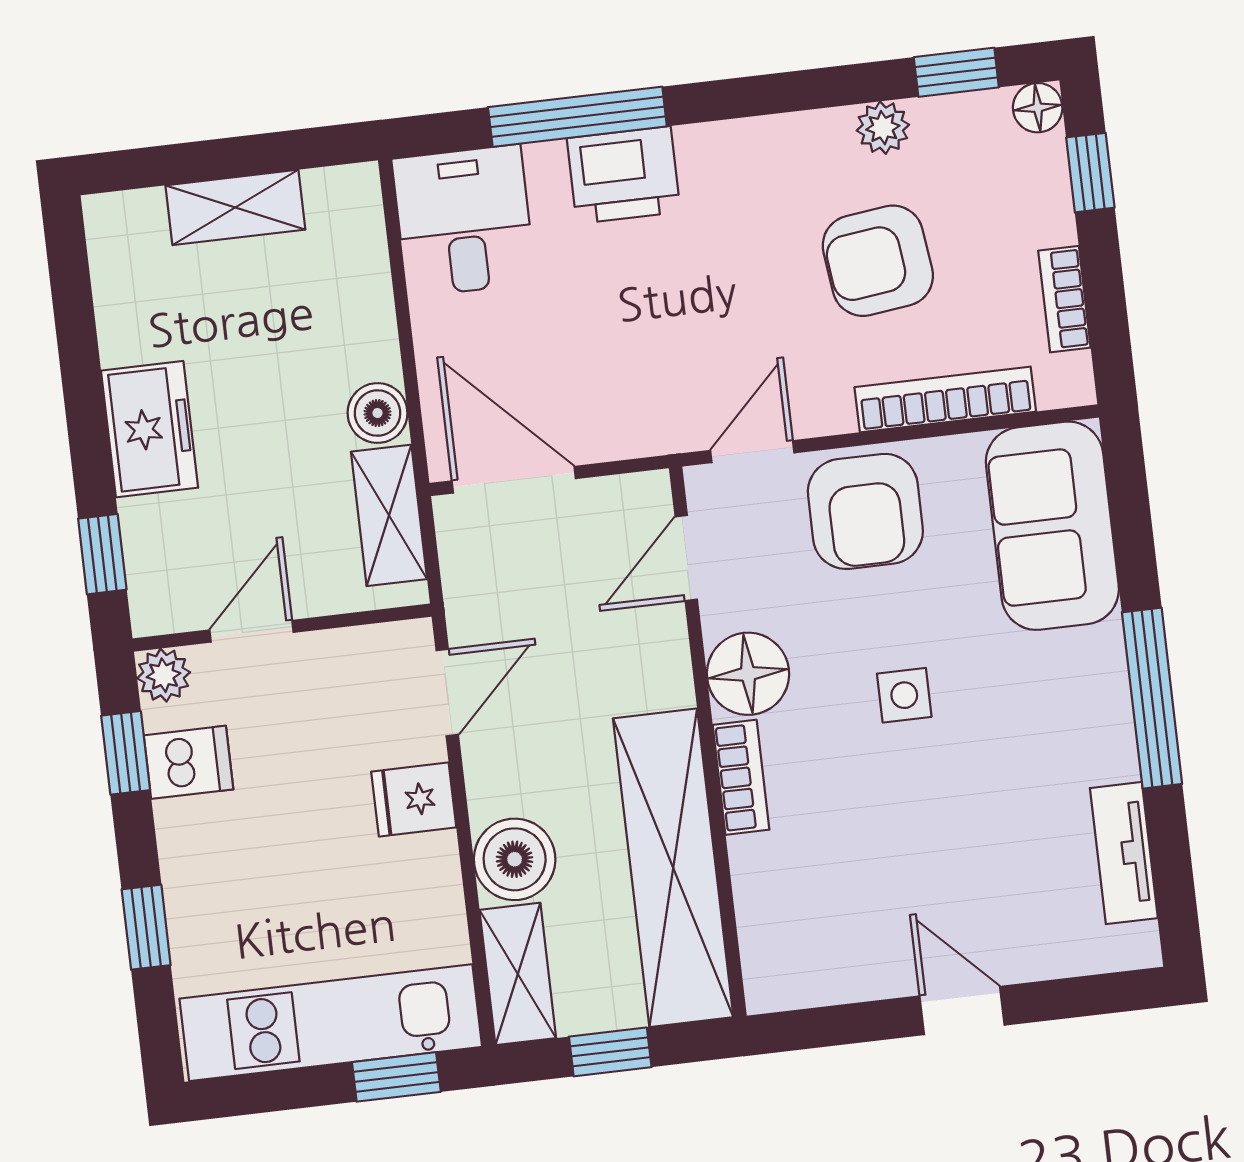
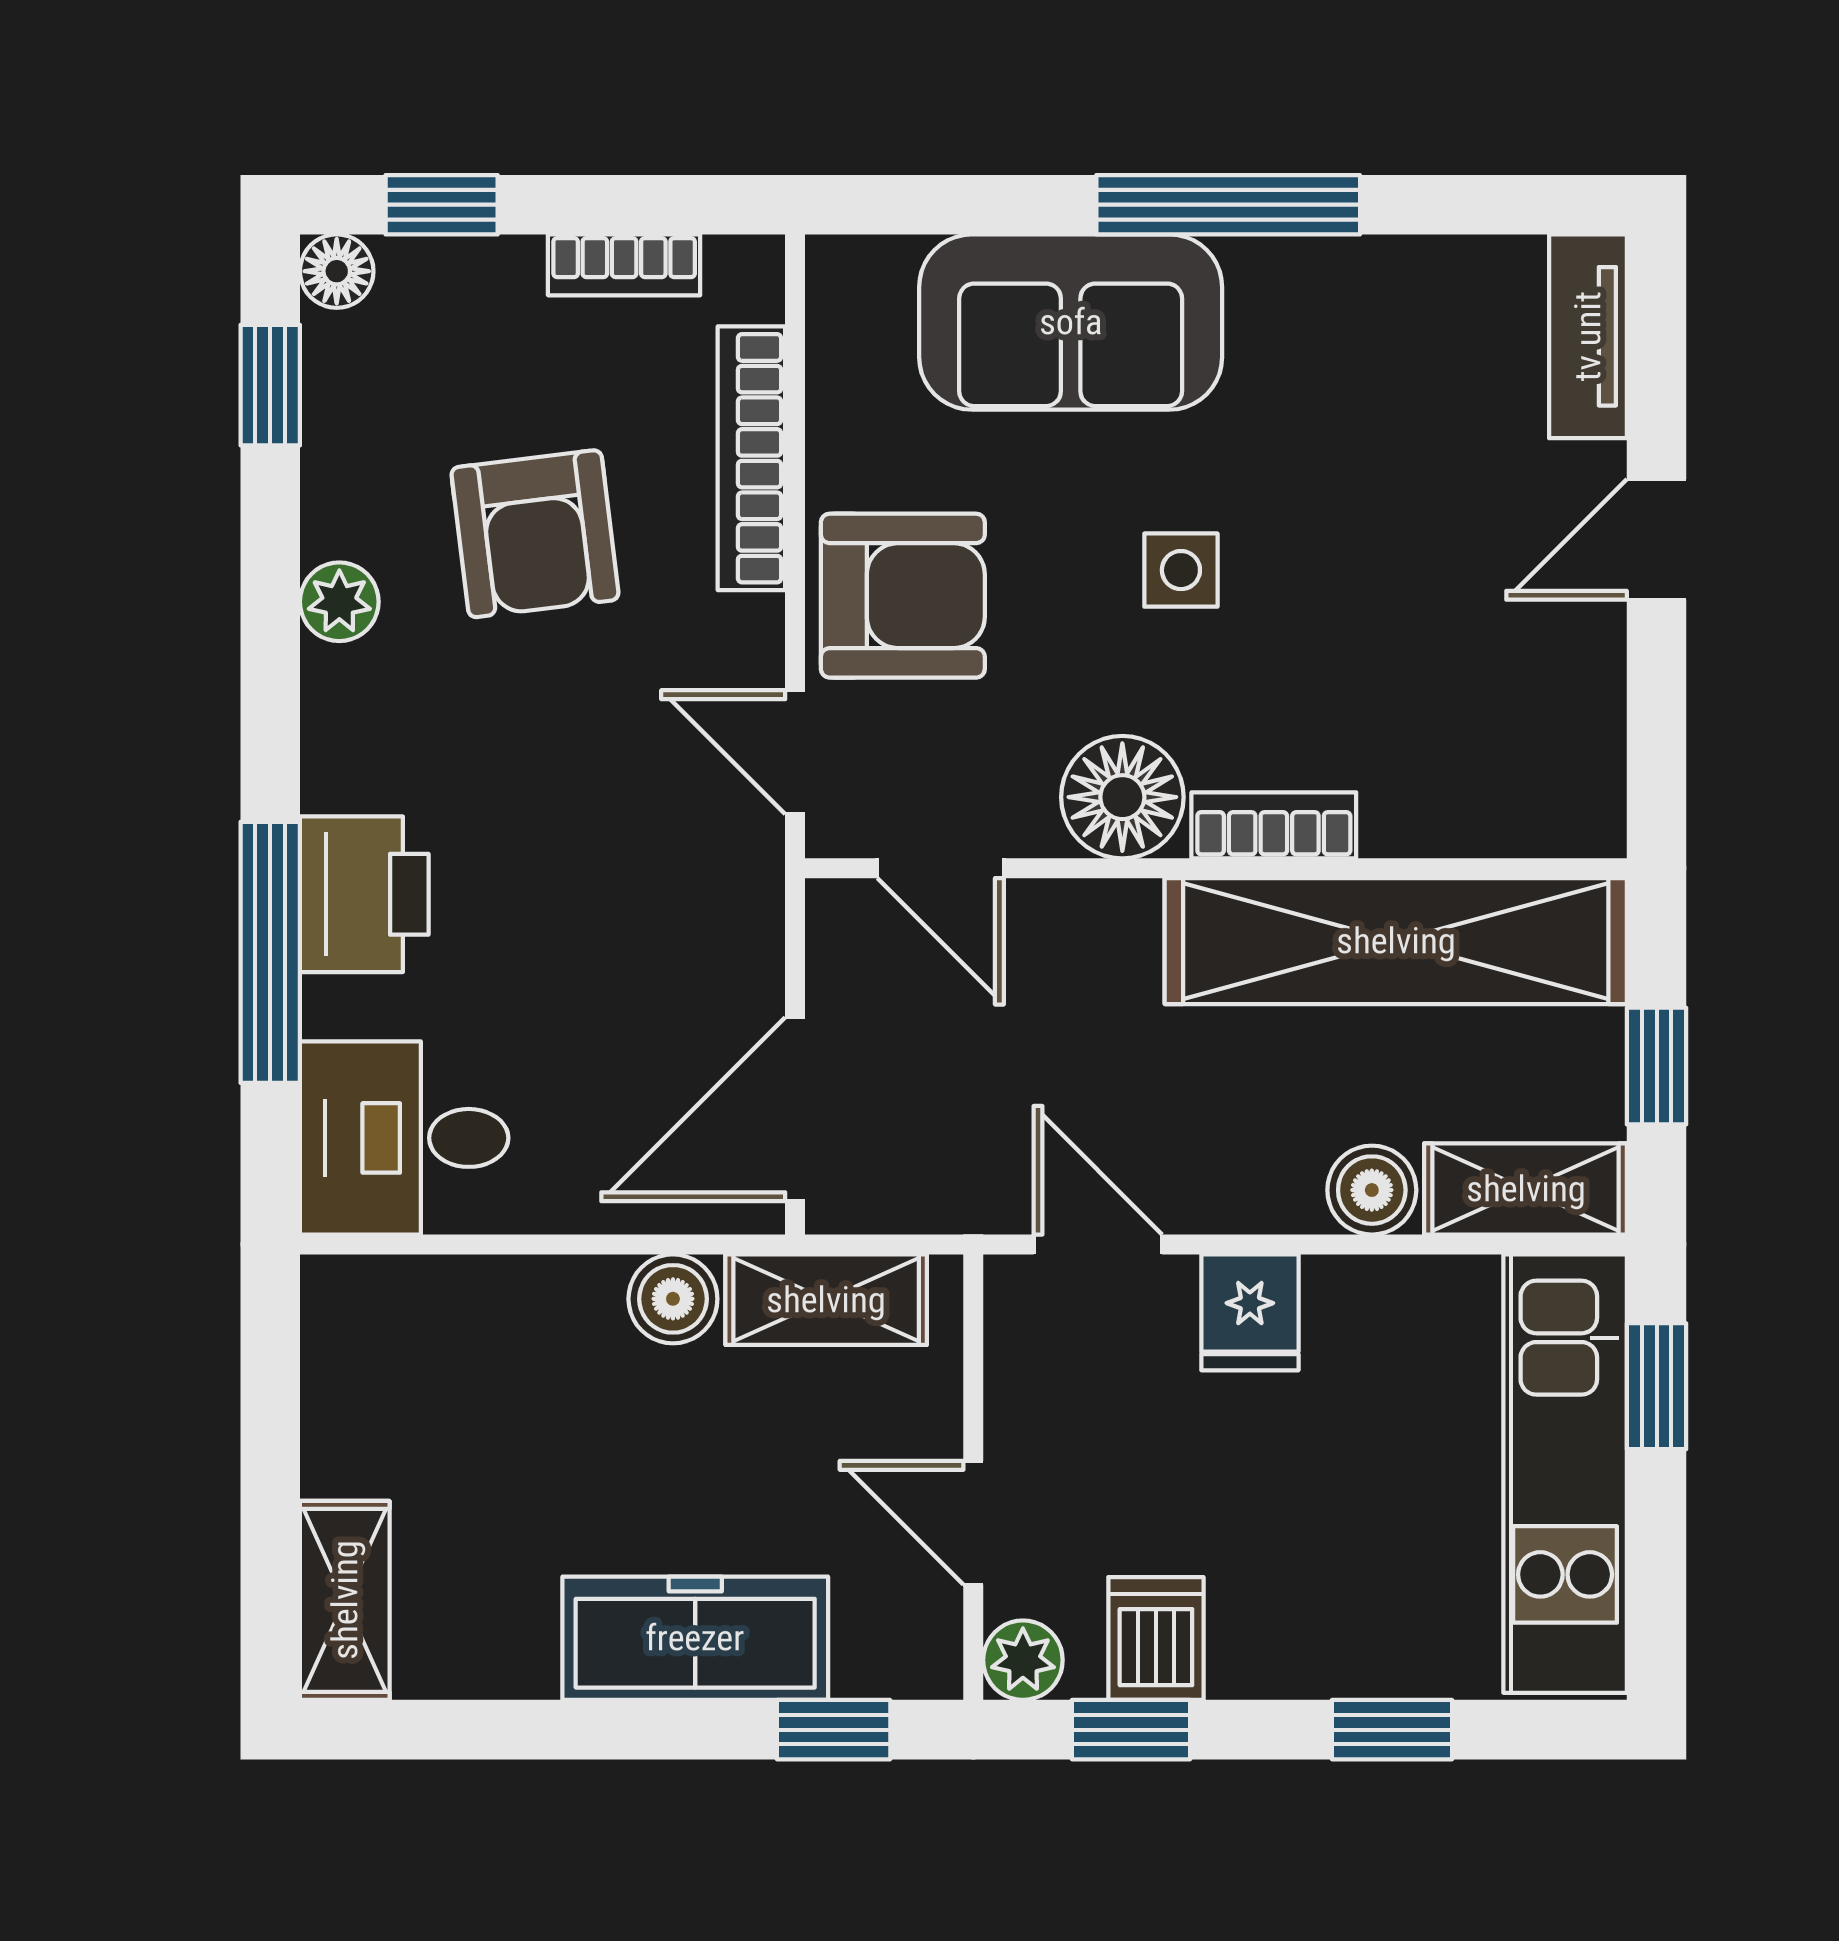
plant: (883, 128) -> (339, 602), moved
shelving: (235, 207) -> (345, 1600), moved
freezer: (150, 429) -> (695, 1638), width x1.40
sofa: (1052, 526) -> (1071, 322), moved
tv unit: (1124, 853) -> (1588, 336), moved, turned 90
boiler: (515, 859) -> (1372, 1190), width x0.73, depth x0.73

